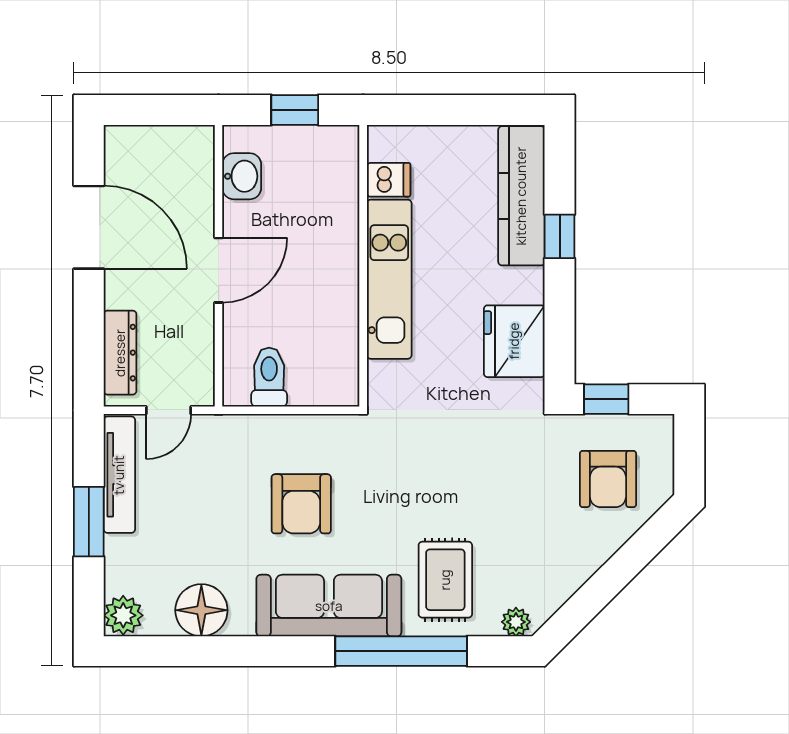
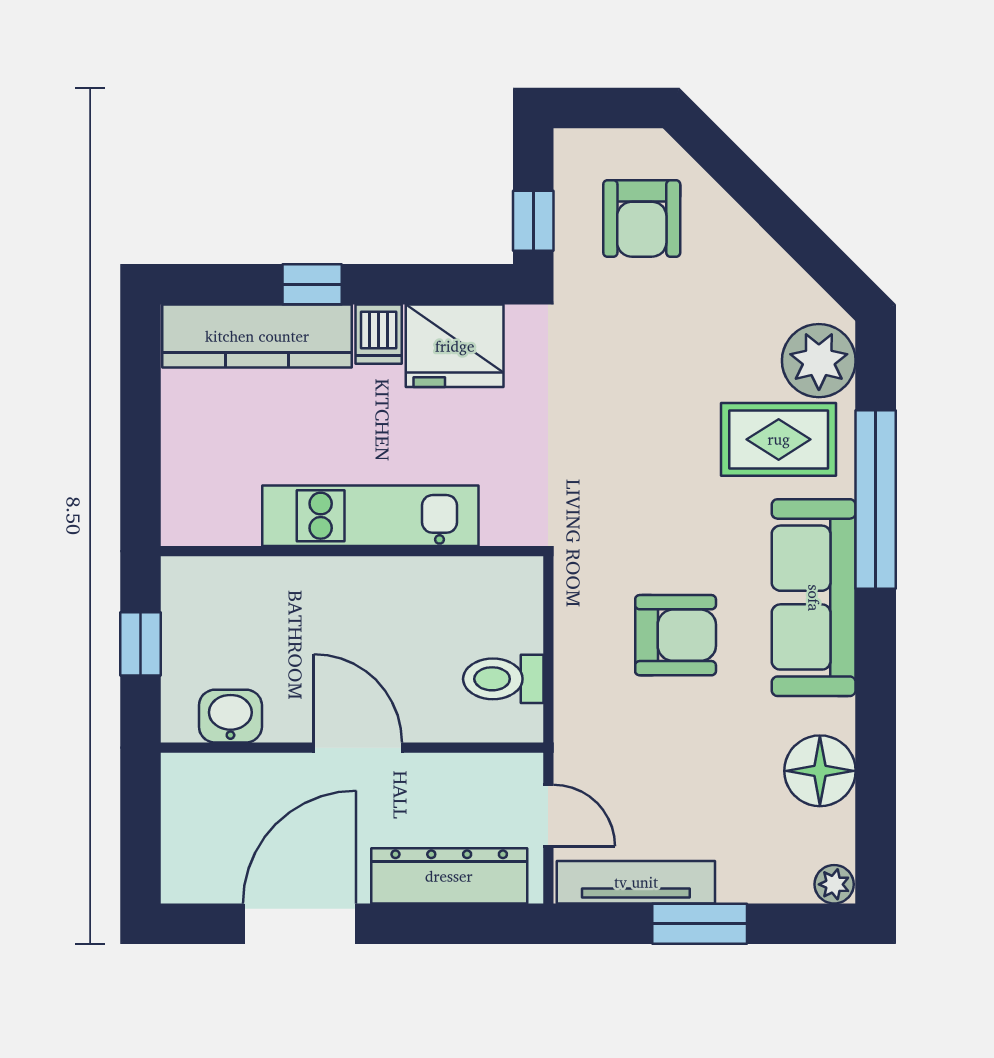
dishwasher: (389, 180) -> (379, 334), moved, turned 180
dresser: (120, 353) -> (449, 876), width x1.37, depth x1.24
armchair: (608, 479) -> (642, 219), turned 90
plant: (123, 615) -> (834, 884), width x0.73, depth x0.73
plant: (516, 622) -> (819, 361), width x1.88, depth x1.88

